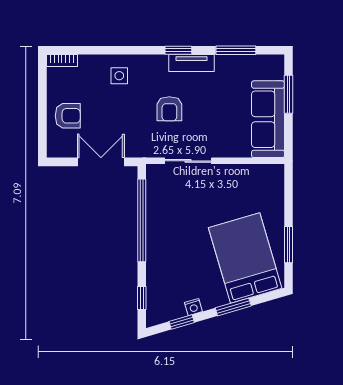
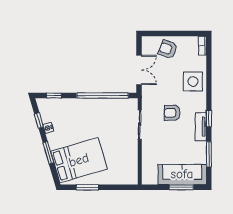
side table: (119, 76) -> (193, 81), width x1.87, depth x1.87
armchair: (68, 116) -> (168, 49), turned 110
sofa: (268, 119) -> (182, 174), moved

